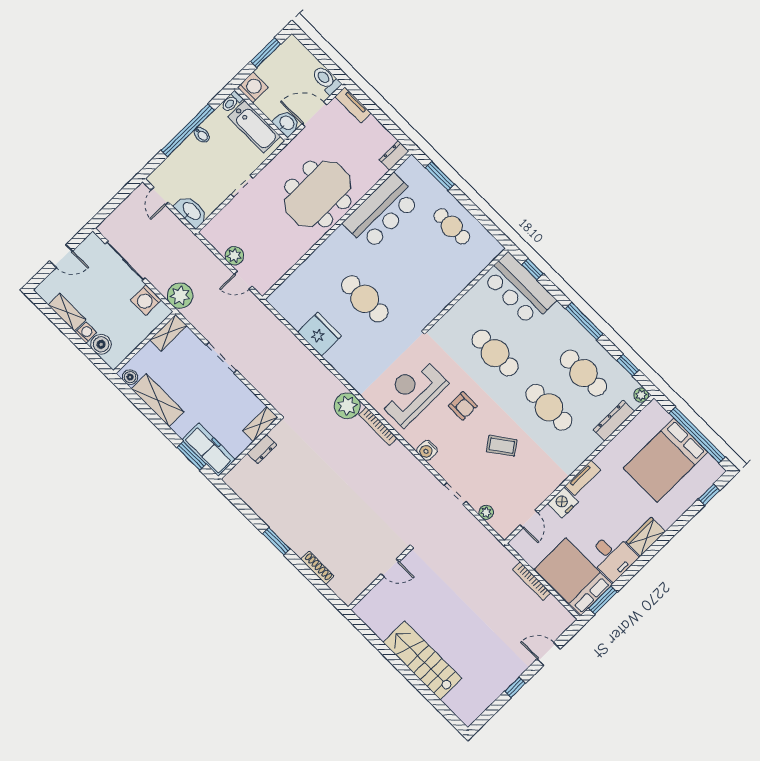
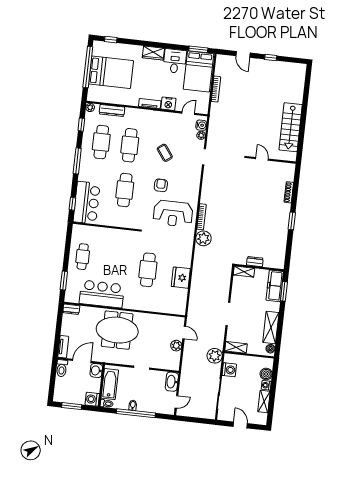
door: (314, 114) -> (82, 361), swing flipped
water cooler: (427, 450) -> (201, 125), moved
stairs: (422, 660) -> (291, 127), moved

